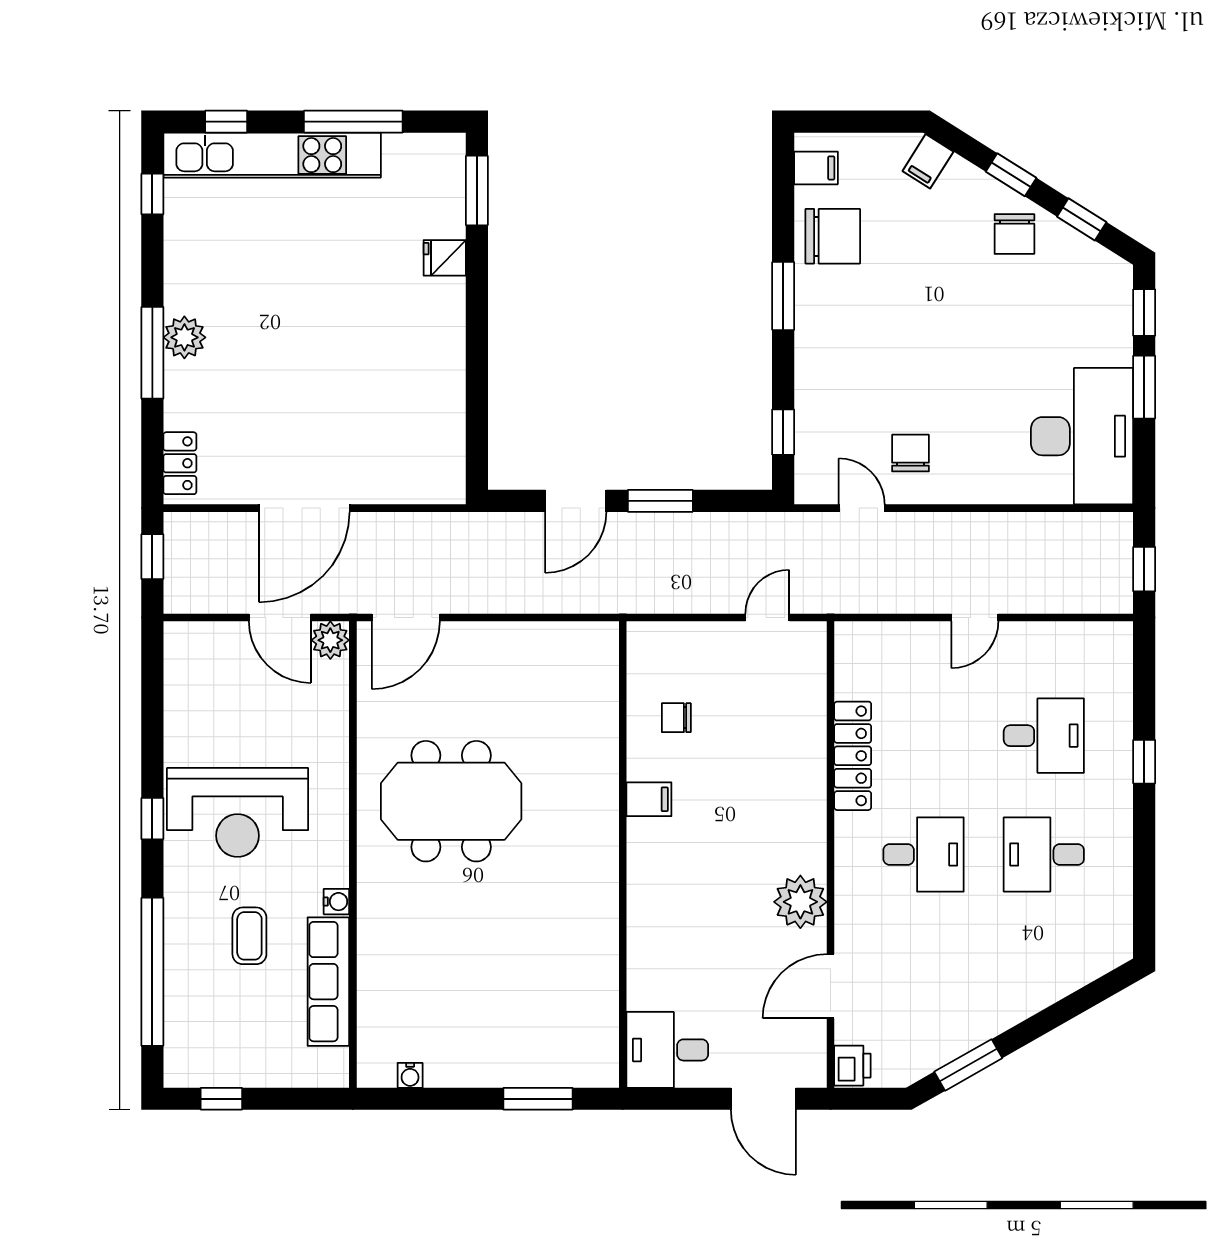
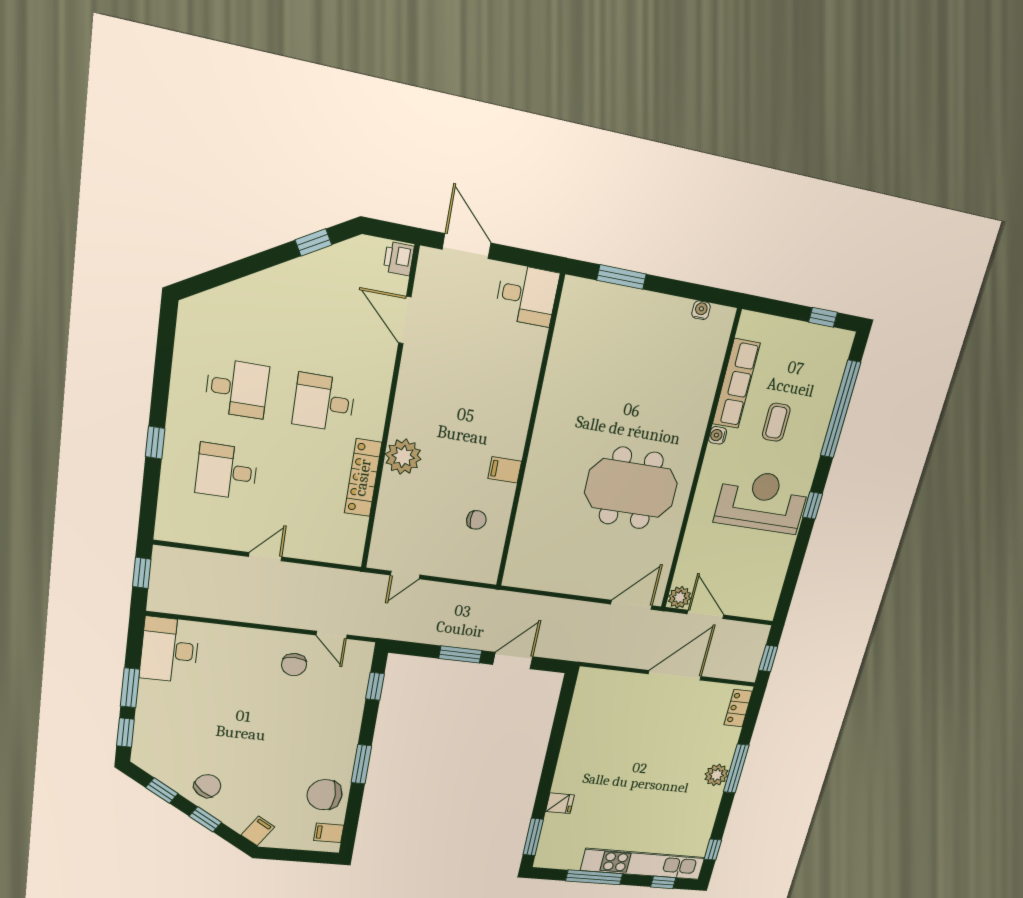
chair: (1014, 234) -> (207, 786), turned 38
desk: (1082, 436) -> (170, 650), width x0.73, depth x0.77
plant: (800, 902) -> (403, 457), moved
door: (831, 986) -> (405, 320), swing flipped
window: (968, 1065) -> (313, 242), width x0.67

